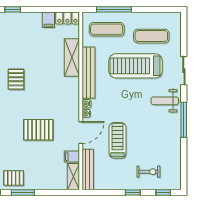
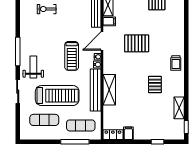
shelving: (72, 58) -> (109, 90), moved
weight bench: (165, 101) -> (33, 67), turned -90
treadmill: (118, 140) -> (72, 56), moved

